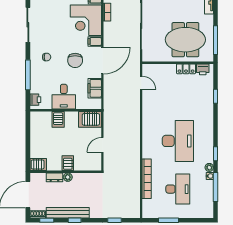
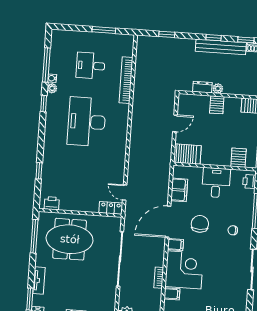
locker: (186, 69) -> (111, 208), moved
server rack: (58, 119) -> (239, 158), moved
dresser: (54, 177) -> (202, 87), moved
desk: (178, 189) -> (91, 66), width x0.73

